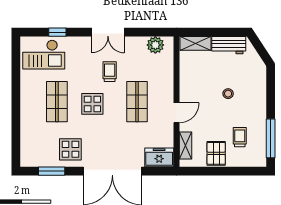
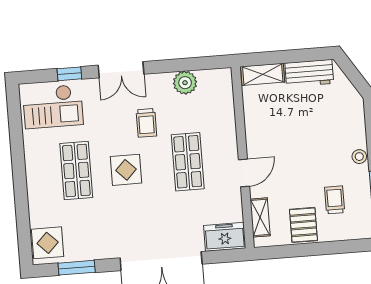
double door: (108, 32) -> (121, 70), moved
plant: (155, 45) -> (185, 83), moved
trolley: (110, 72) -> (146, 123), turned 180
stool: (228, 94) -> (359, 157), moved
display table: (70, 149) -> (48, 243), moved

